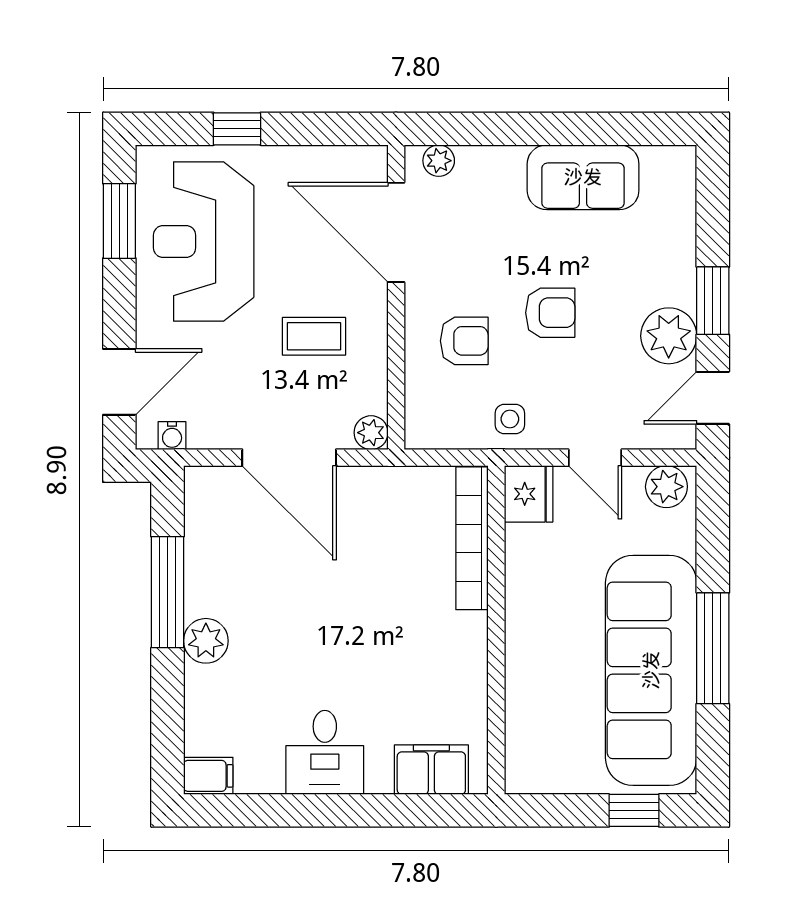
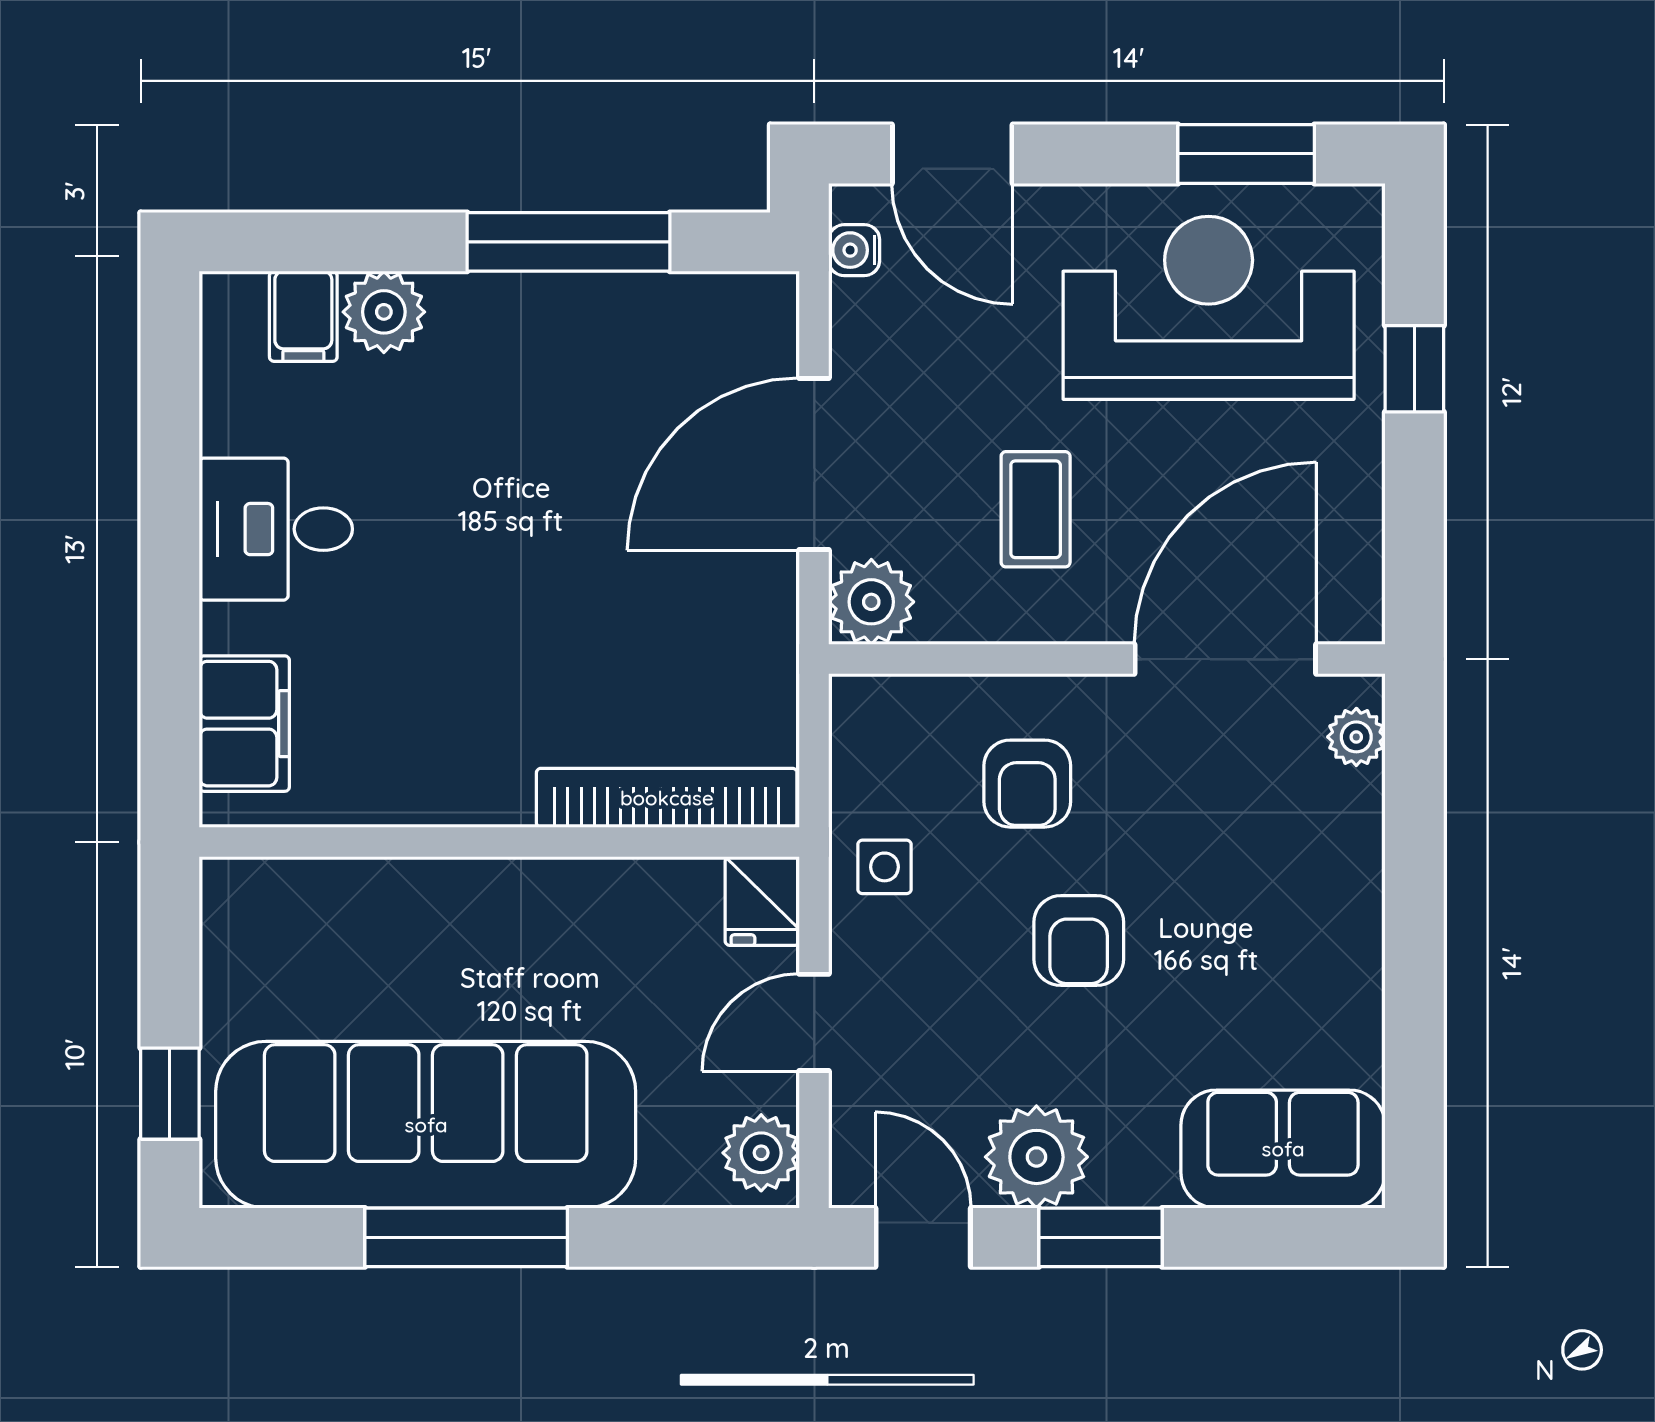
sofa: (583, 177) -> (1283, 1149), moved, turned 90
plant: (371, 433) -> (871, 602), width x1.38, depth x1.38
fridge: (529, 494) -> (762, 901), width x0.72
plant: (206, 641) -> (384, 312), moved
filing cabinet: (208, 776) -> (303, 316), moved

